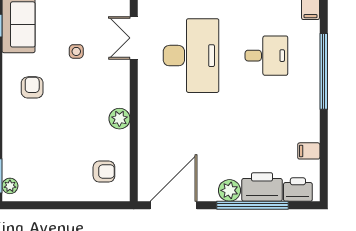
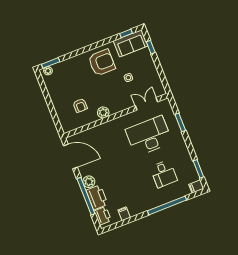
desk: (191, 56) -> (149, 136), turned 180
armchair: (32, 87) -> (102, 63), width x1.88, depth x1.88
armchair: (104, 172) -> (80, 105), moved

